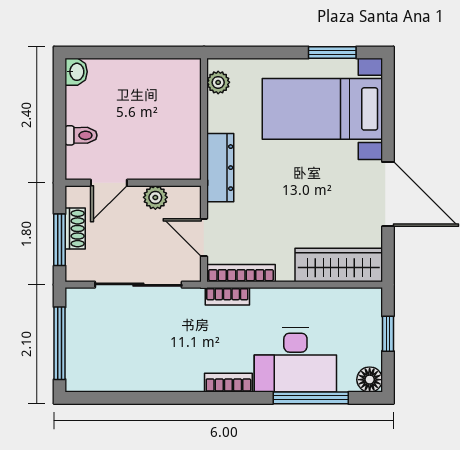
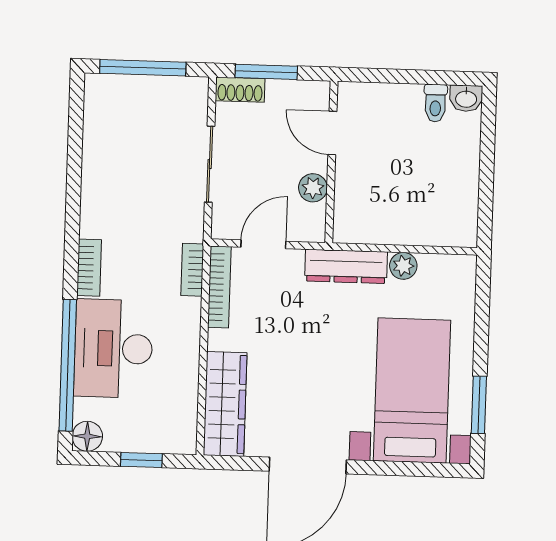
plant: (218, 82) -> (403, 266), moved
toilet: (81, 135) -> (435, 103), moved
shoe rack: (75, 228) -> (240, 90), moved
sliding door: (138, 285) -> (210, 164), width x0.73
window: (311, 398) -> (68, 365), width x1.46

